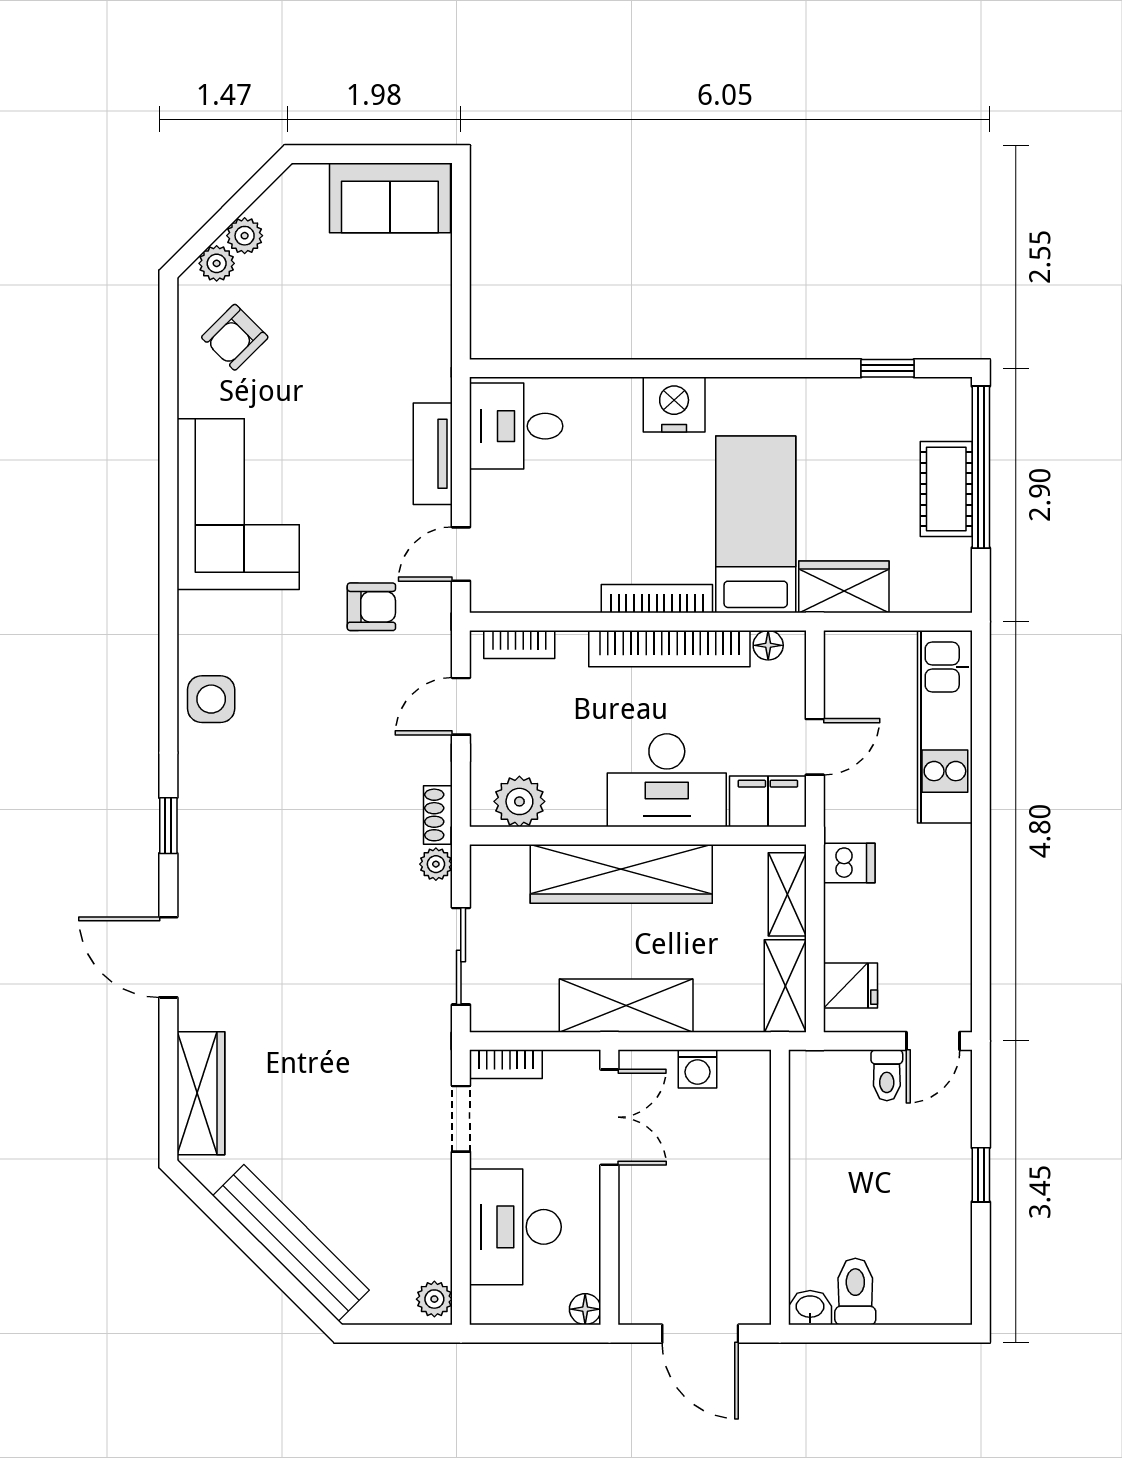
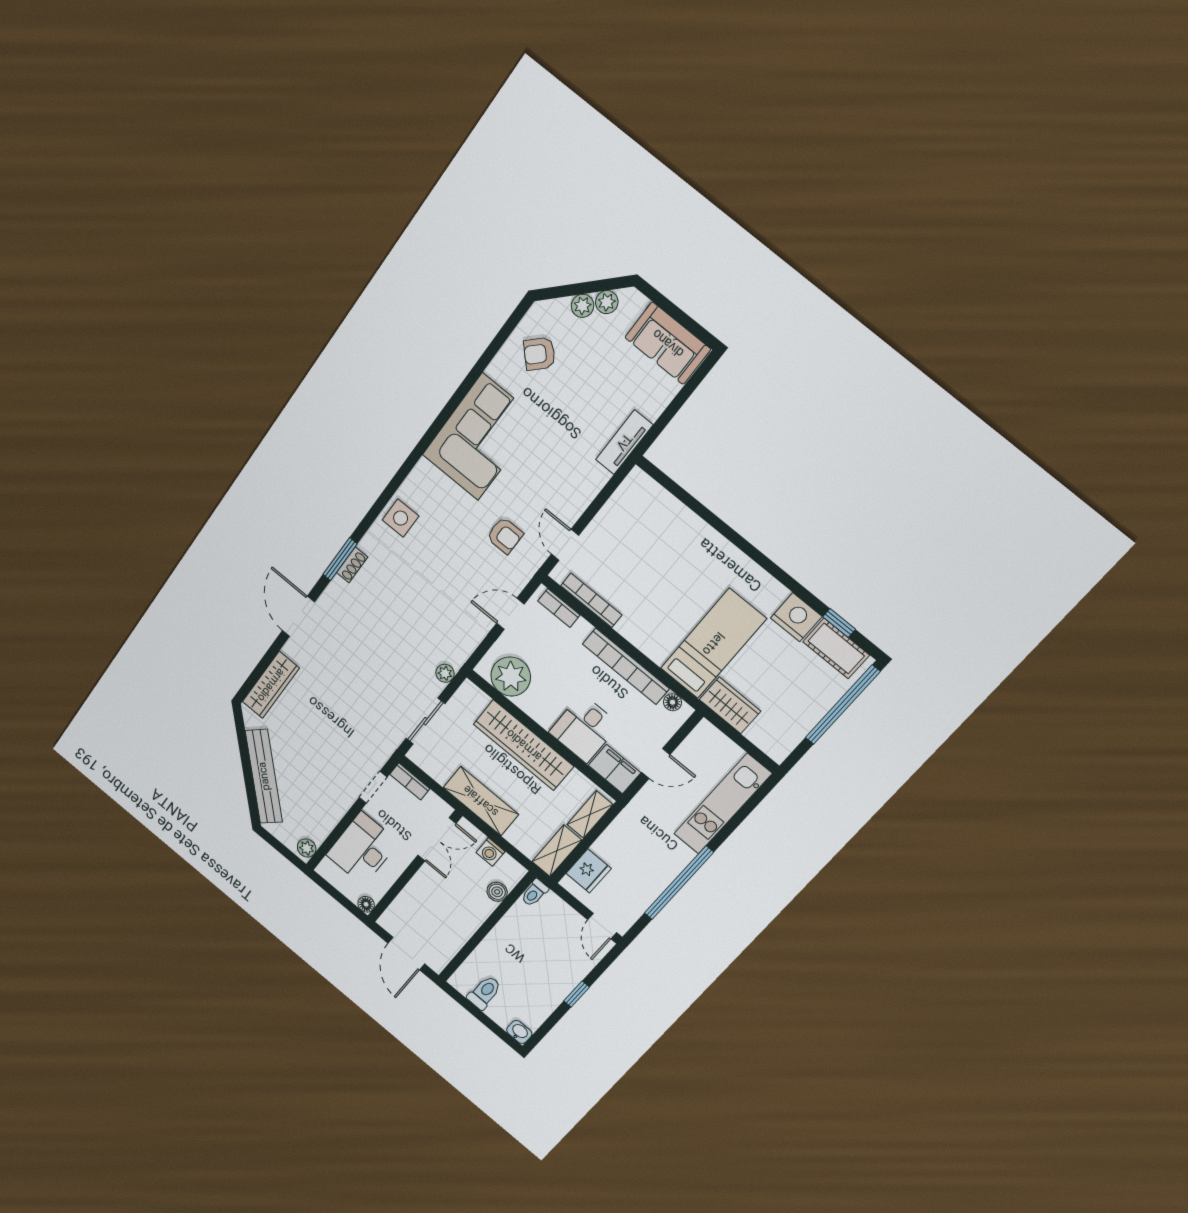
plant: (217, 263) -> (607, 302), moved
nightstand: (674, 405) -> (796, 617), moved
desk: (516, 426) -> (639, 506), removed
tv unit: (433, 454) -> (624, 442), moved
cot: (946, 489) -> (836, 648), moved, turned 90
door: (461, 554) -> (565, 545), hinge flipped
bookcase: (657, 599) -> (591, 600), moved
desk: (667, 780) -> (584, 729), width x0.73
plant: (519, 801) -> (511, 676), width x1.36, depth x1.36
shoe rack: (438, 815) -> (352, 565), moved, turned 180
window: (168, 826) -> (340, 559), width x1.50
dishwasher: (849, 863) -> (629, 825), removed
window: (981, 886) -> (679, 883), added
fridge: (850, 985) -> (589, 871), width x1.38
door: (933, 1041) -> (602, 926), hinge flipped
toilet: (887, 1075) -> (534, 893), moved
boiler: (753, 1120) -> (497, 892), added
washbasin: (810, 1308) -> (519, 1032), moved

